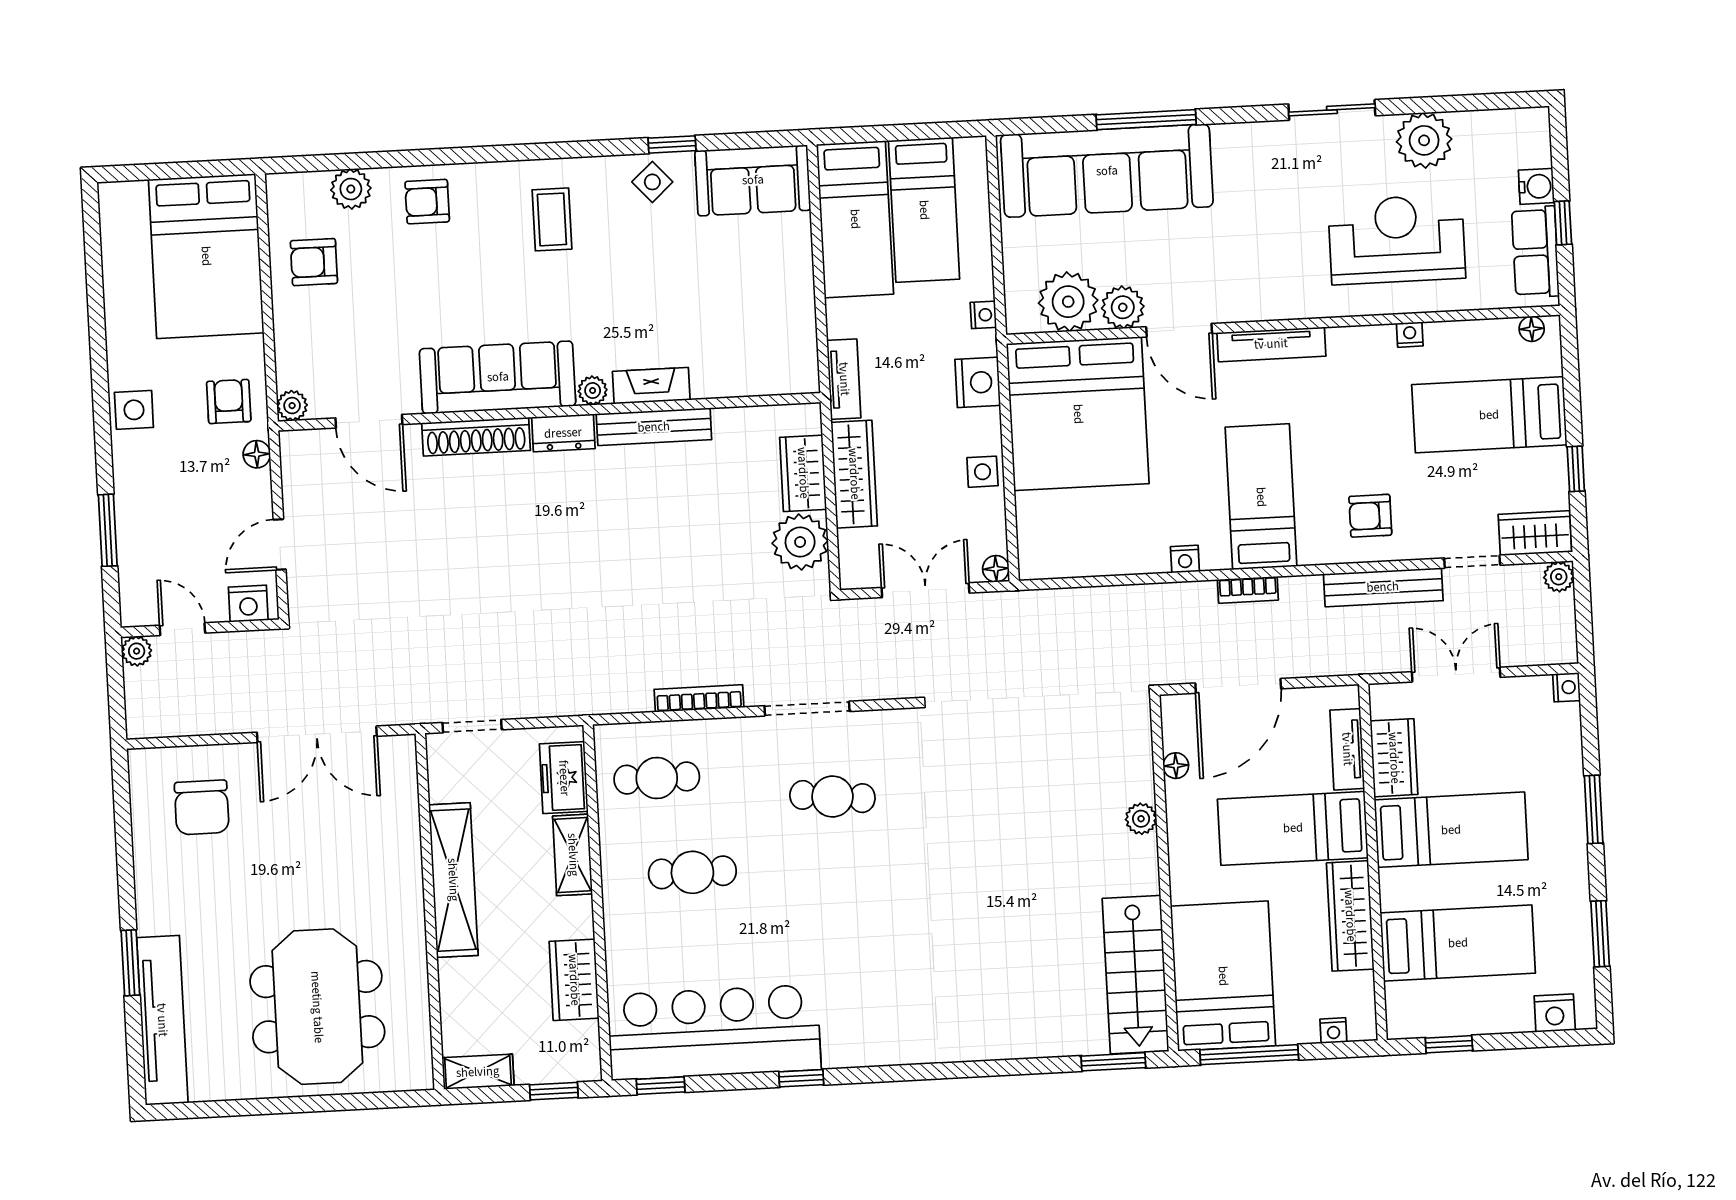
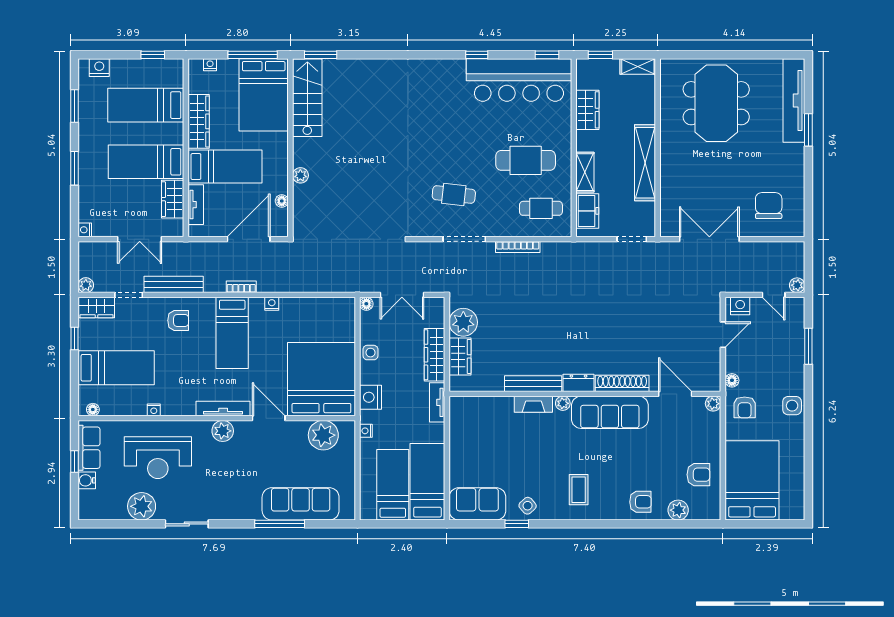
sofa: (1107, 171) -> (301, 504), width x0.74, depth x0.79
plant: (1123, 307) -> (223, 431), moved
cafe table: (692, 872) -> (526, 160), width x1.37, depth x1.35

